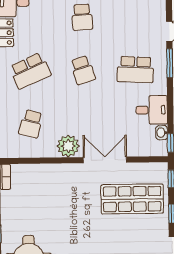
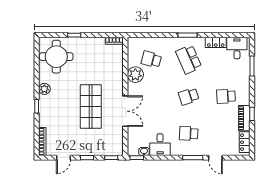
school desk: (135, 70) -> (189, 133), width x0.54
plant: (68, 146) -> (135, 75), moved
shop shelf: (132, 199) -> (91, 106), moved

